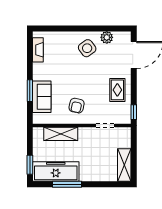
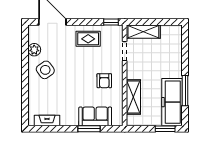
armchair: (77, 106) -> (104, 81), turned 78
shelving: (124, 165) -> (143, 32), moved

